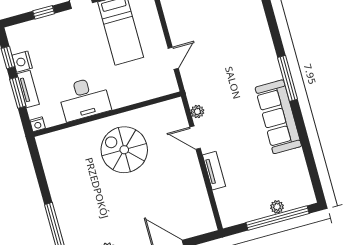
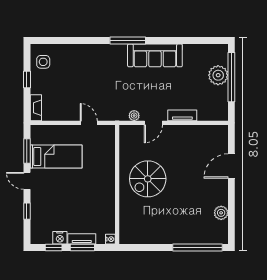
desk: (84, 99) -> (101, 198), removed
plant: (277, 207) -> (218, 75), width x1.88, depth x1.88

